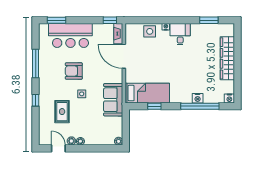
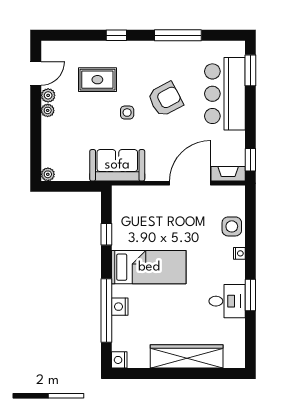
window: (209, 20) -> (250, 295), moved
desk: (180, 34) -> (227, 301), moved
armchair: (74, 71) -> (165, 99), turned 62
bed: (147, 93) -> (149, 267), moved, turned -90

